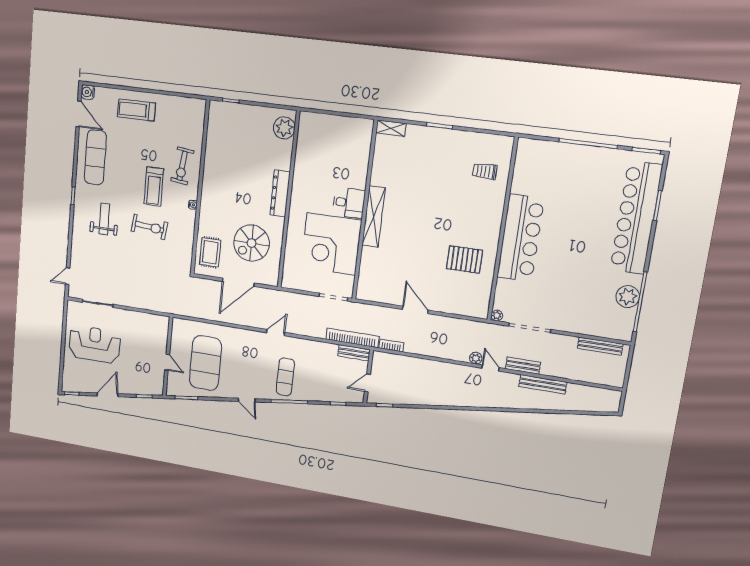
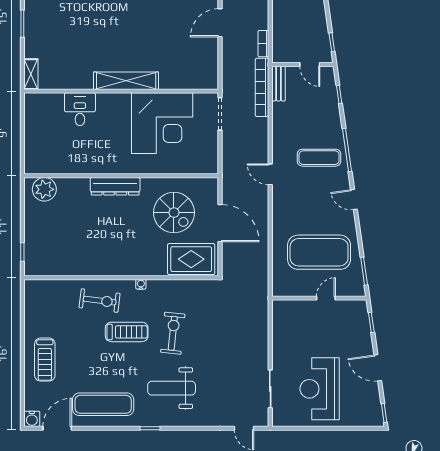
desk: (349, 203) -> (80, 109), moved
weight bench: (104, 219) -> (172, 388), width x1.36, depth x1.33
rug: (210, 252) -> (191, 259), width x1.36, depth x1.43
door: (247, 400) -> (354, 199), swing flipped

